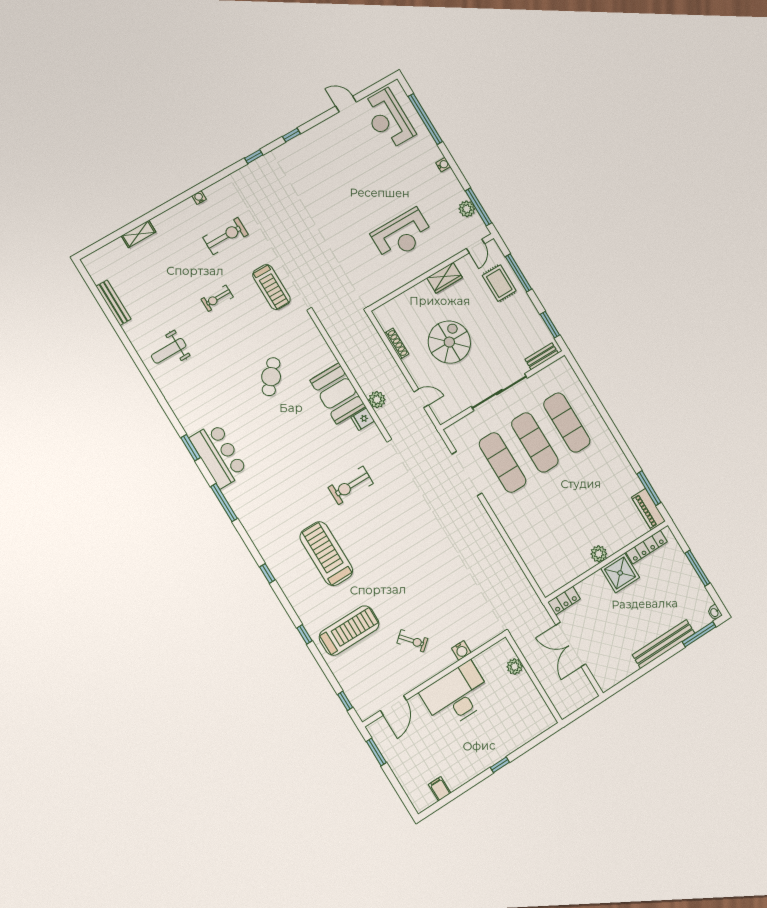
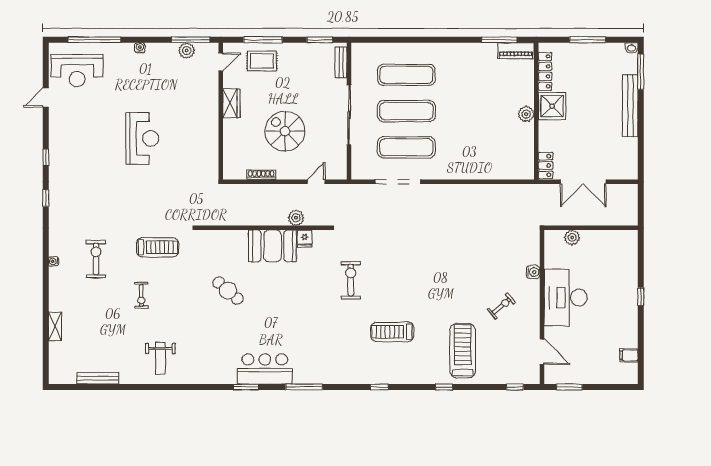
reception desk: (402, 235) -> (142, 138), moved
door: (476, 246) -> (221, 62), hinge flipped
exercise bike: (351, 485) -> (351, 280), turned 180
treadmill: (326, 554) -> (392, 332), width x0.73, depth x0.73

